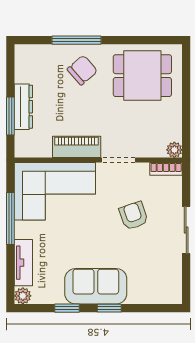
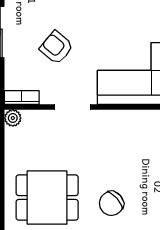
piano: (77, 147) -> (118, 121), removed
armchair: (134, 216) -> (56, 47), turned 149

